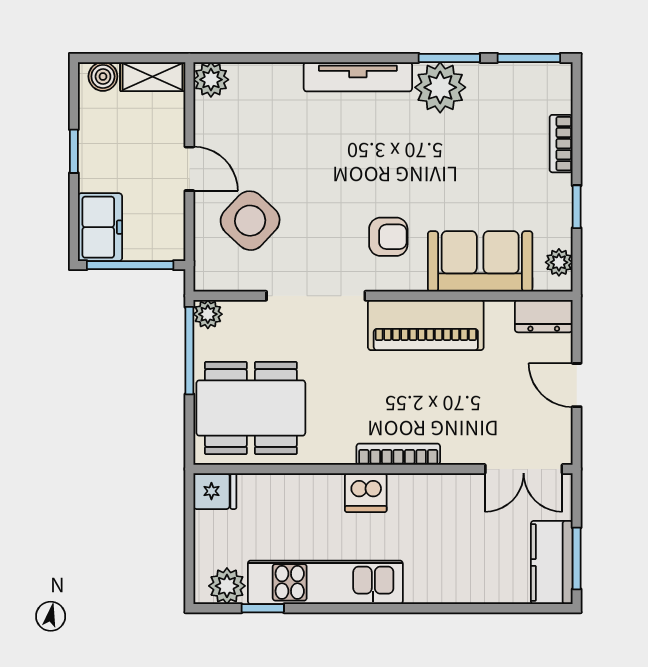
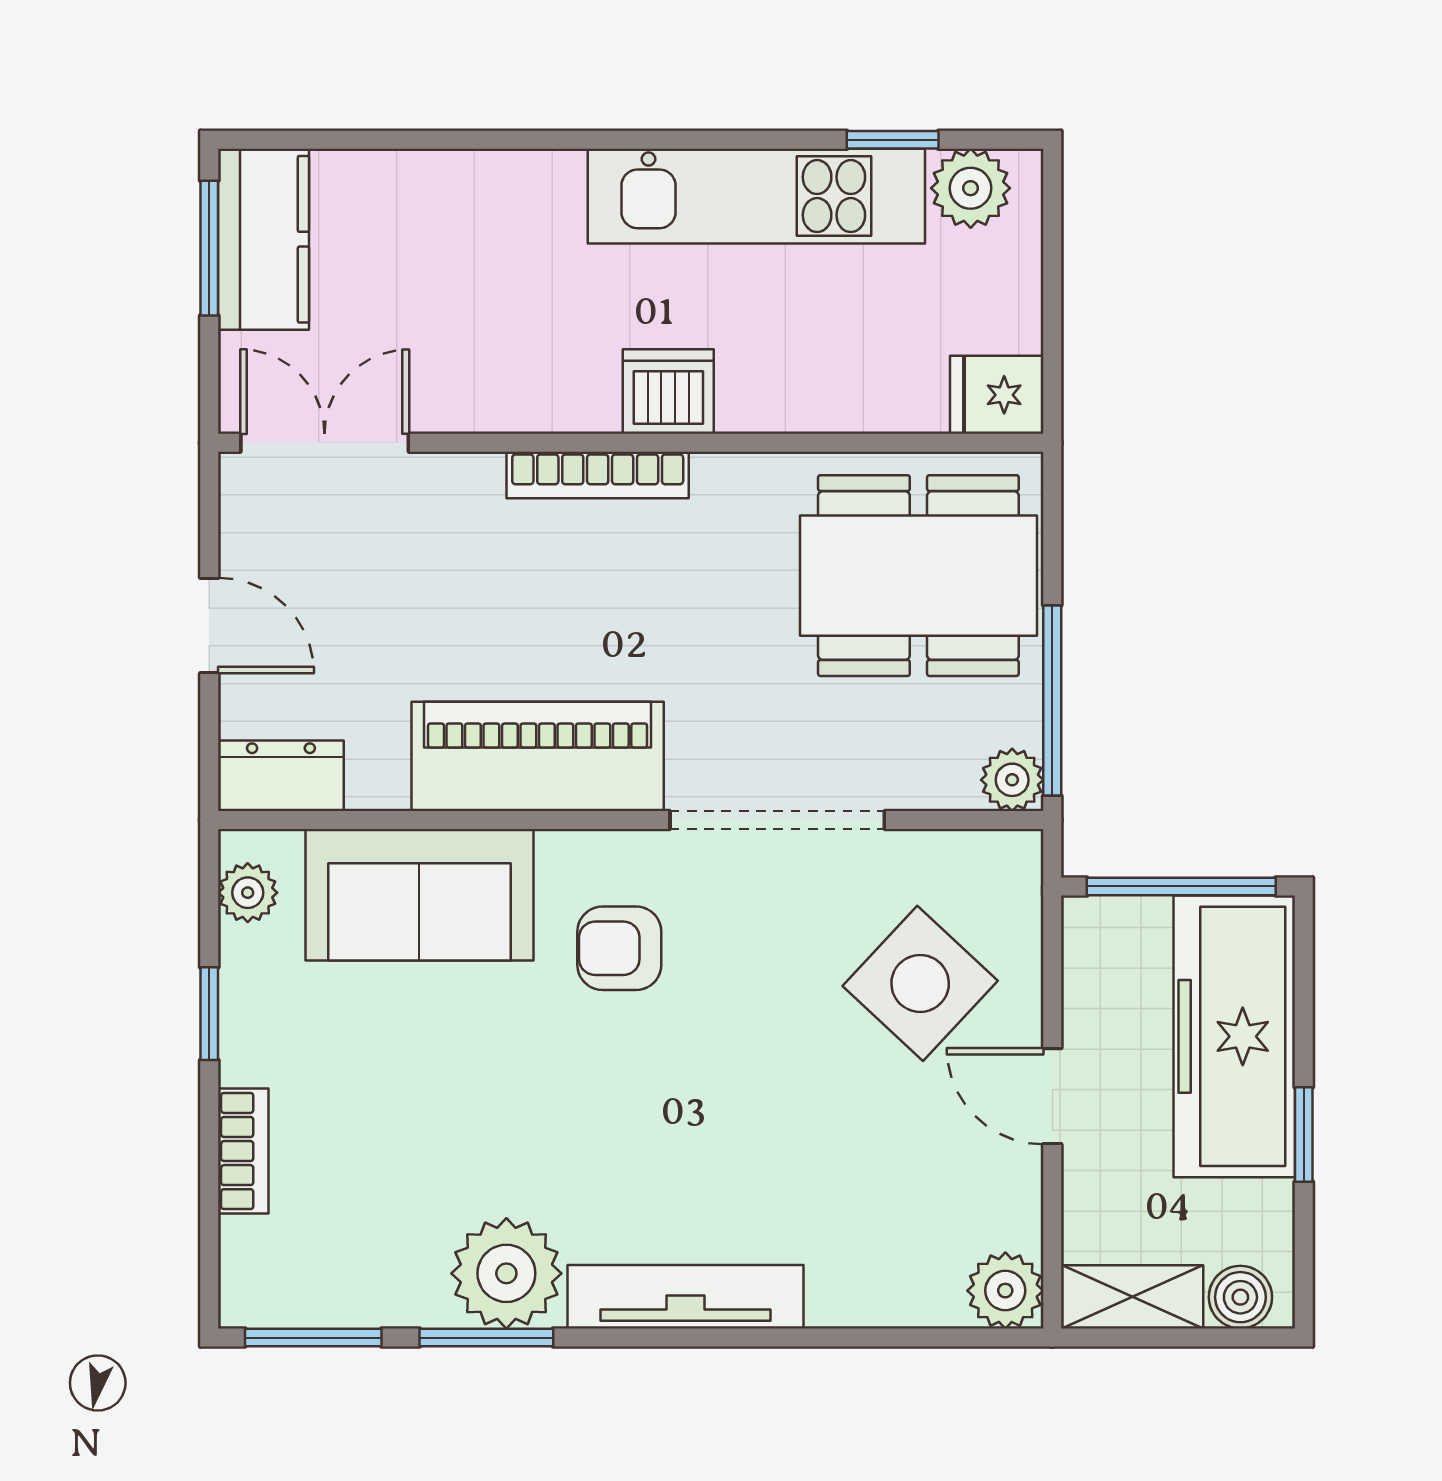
freezer: (100, 227) -> (1234, 1036), width x1.91, depth x1.26

